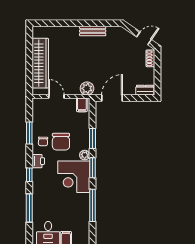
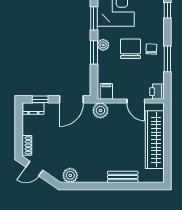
bench: (93, 31) -> (123, 177), moved
plant: (113, 32) -> (70, 175), added
window: (139, 98) -> (40, 99), added
plant: (85, 155) -> (103, 45), moved
printer: (38, 161) -> (157, 92), moved

